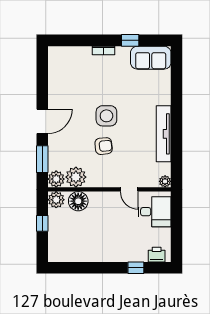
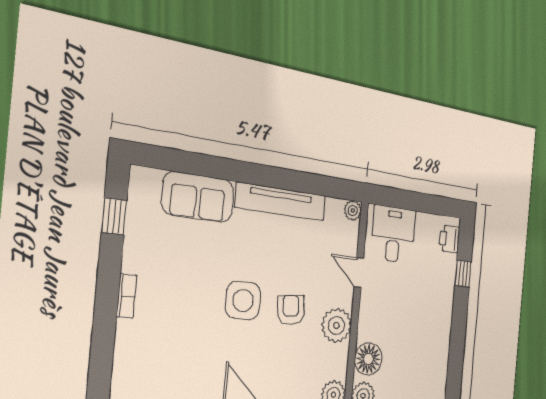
window: (130, 40) -> (114, 216), moved
sofa: (151, 58) -> (198, 197), moved, turned 90
plant: (76, 177) -> (336, 325), moved
door: (129, 189) -> (359, 272), swing flipped

